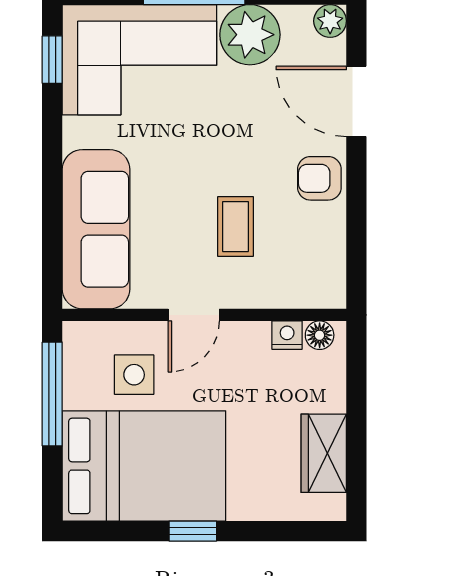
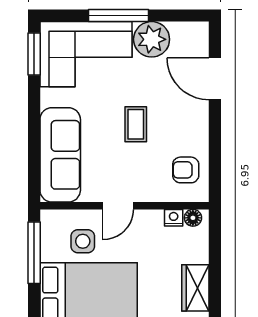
plant: (330, 21) -> (199, 31), removed
window: (52, 60) -> (34, 54), width x1.50
armchair: (319, 178) -> (186, 170), moved
coffee table: (235, 227) -> (136, 124), moved

